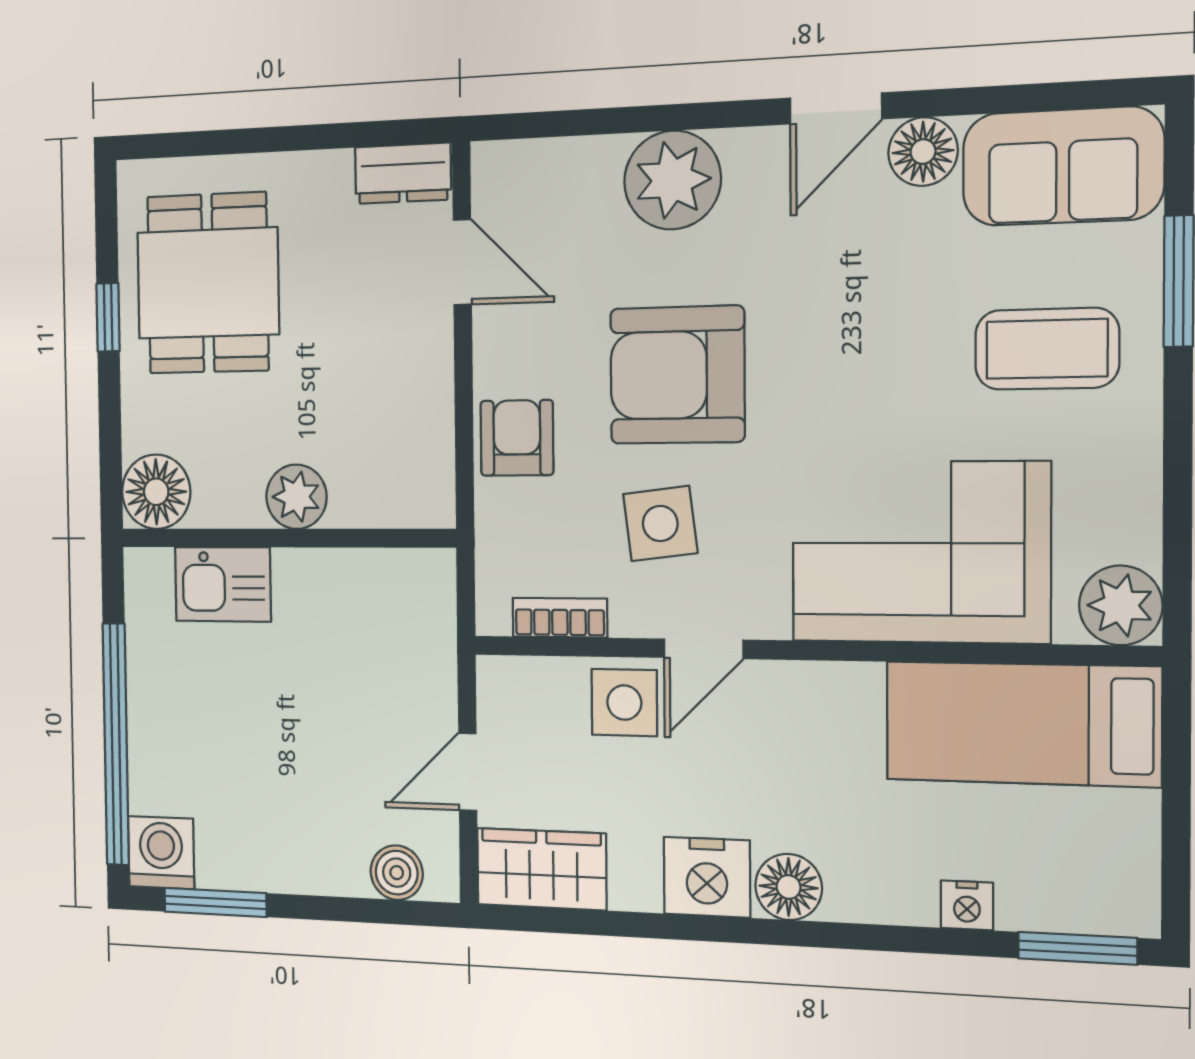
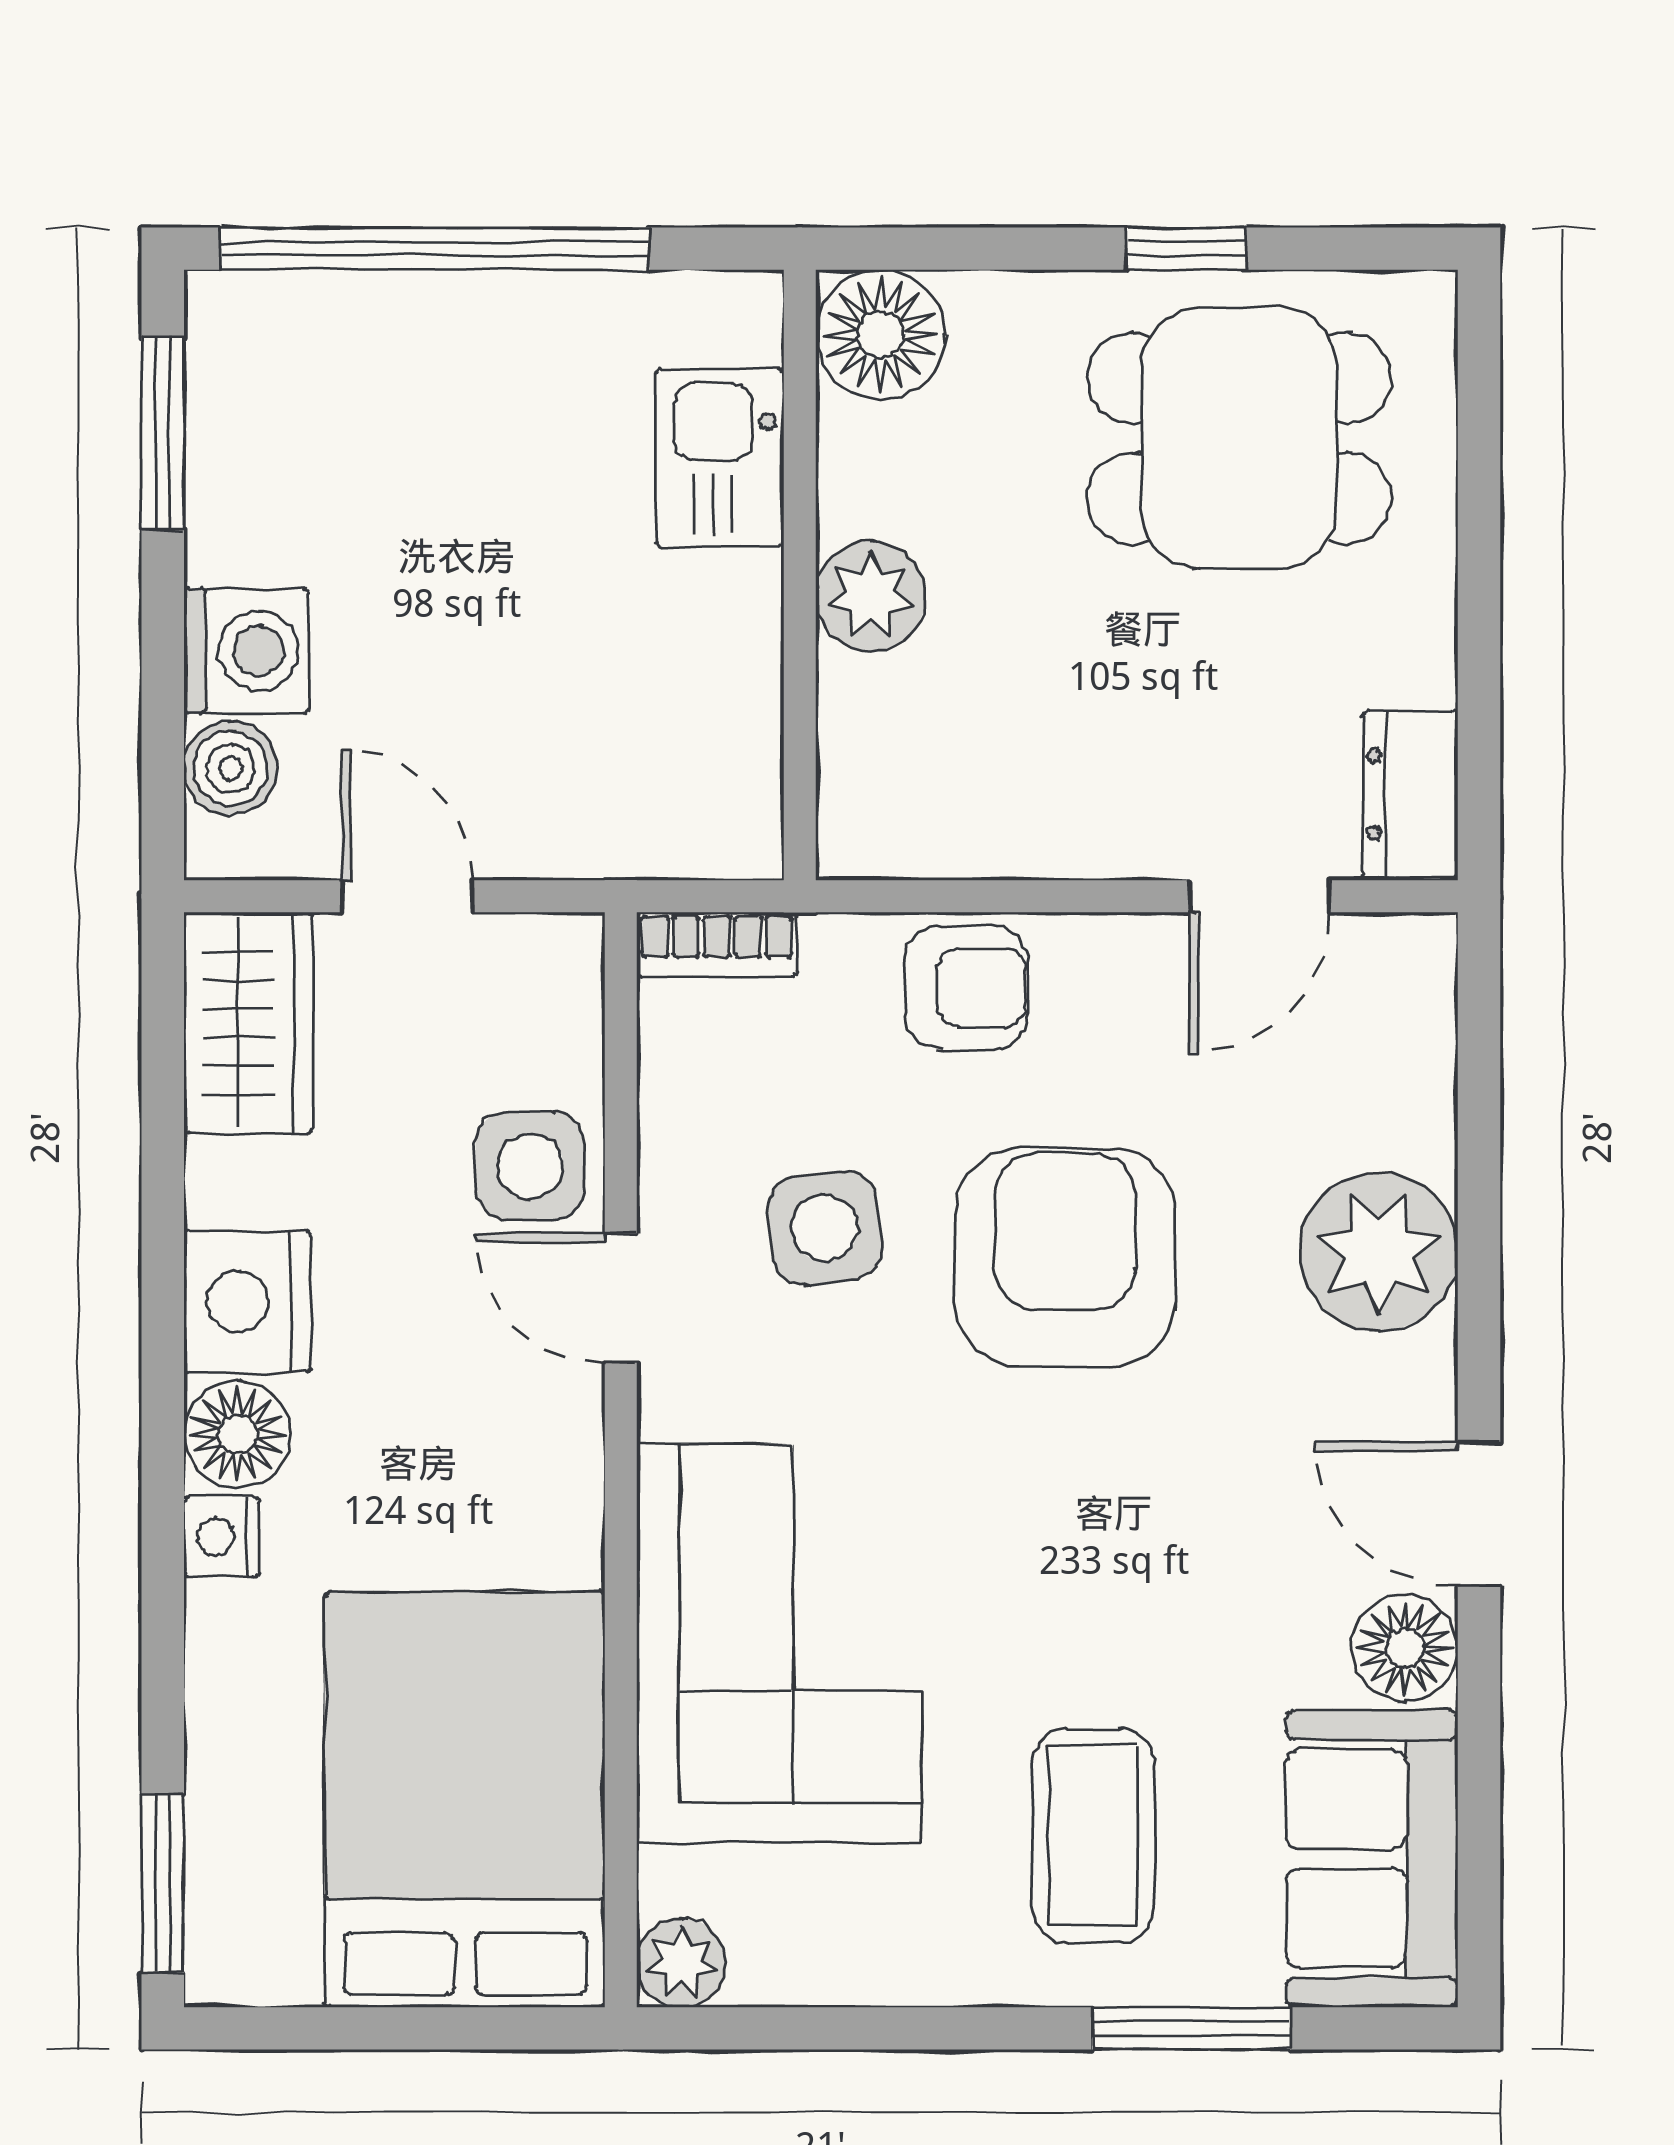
plant: (1121, 605) -> (681, 1963), width x0.73, depth x0.73
bookcase: (560, 618) -> (717, 944), moved, turned 90
bed: (1022, 724) -> (465, 1800), width x1.50
washing machine: (161, 853) -> (246, 651), moved
nightstand: (967, 905) -> (222, 1537), moved

